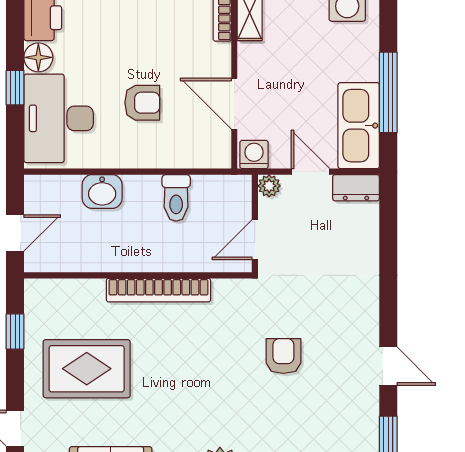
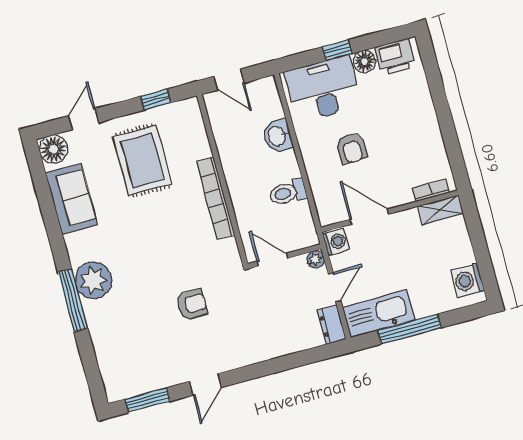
door: (234, 104) -> (370, 217), hinge flipped

